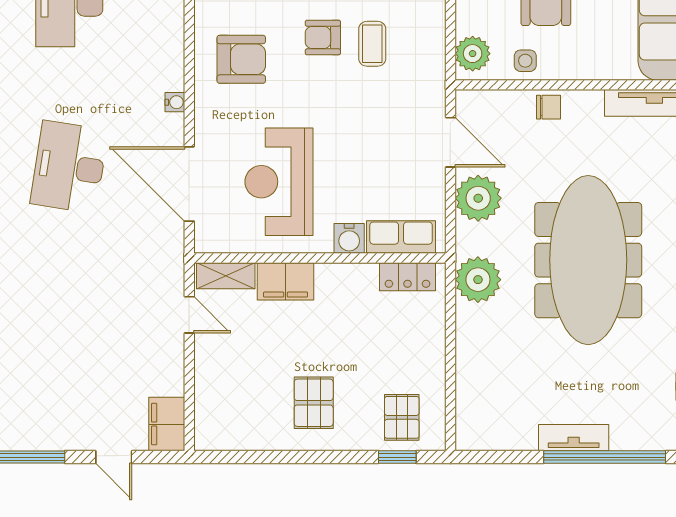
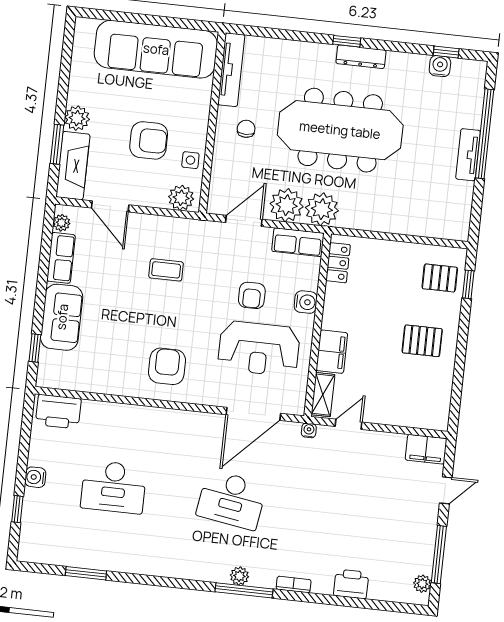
armchair: (323, 37) -> (252, 295), moved
water cooler: (175, 102) -> (309, 430), moved
chair: (548, 107) -> (246, 129), moved
row of seats: (401, 237) -> (298, 242), moved, turned -90
plant: (478, 280) -> (322, 209), moved

